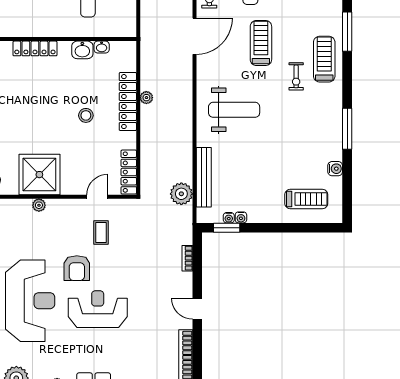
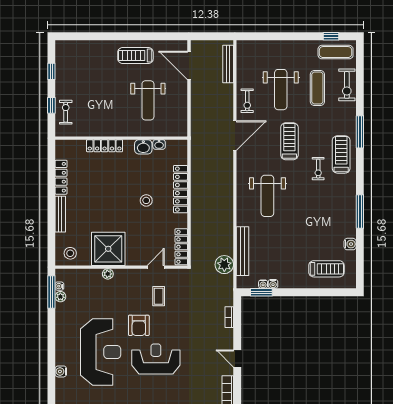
plant: (146, 98) -> (196, 186), removed
weight bench: (234, 110) -> (267, 196), turned 90

